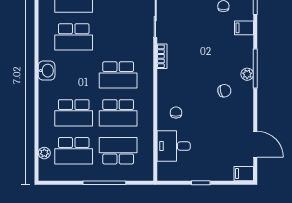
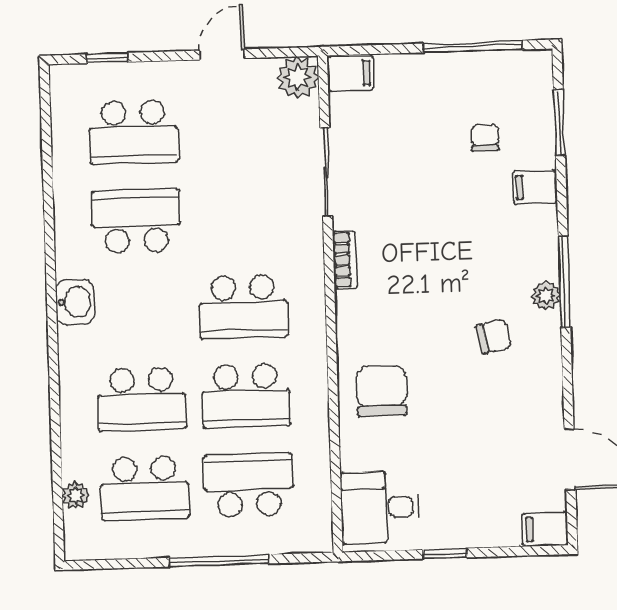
school desk: (74, 37) -> (136, 221), turned 180
chair: (176, 113) -> (382, 391), width x1.87, depth x1.87
desk: (174, 146) -> (380, 507), moved

